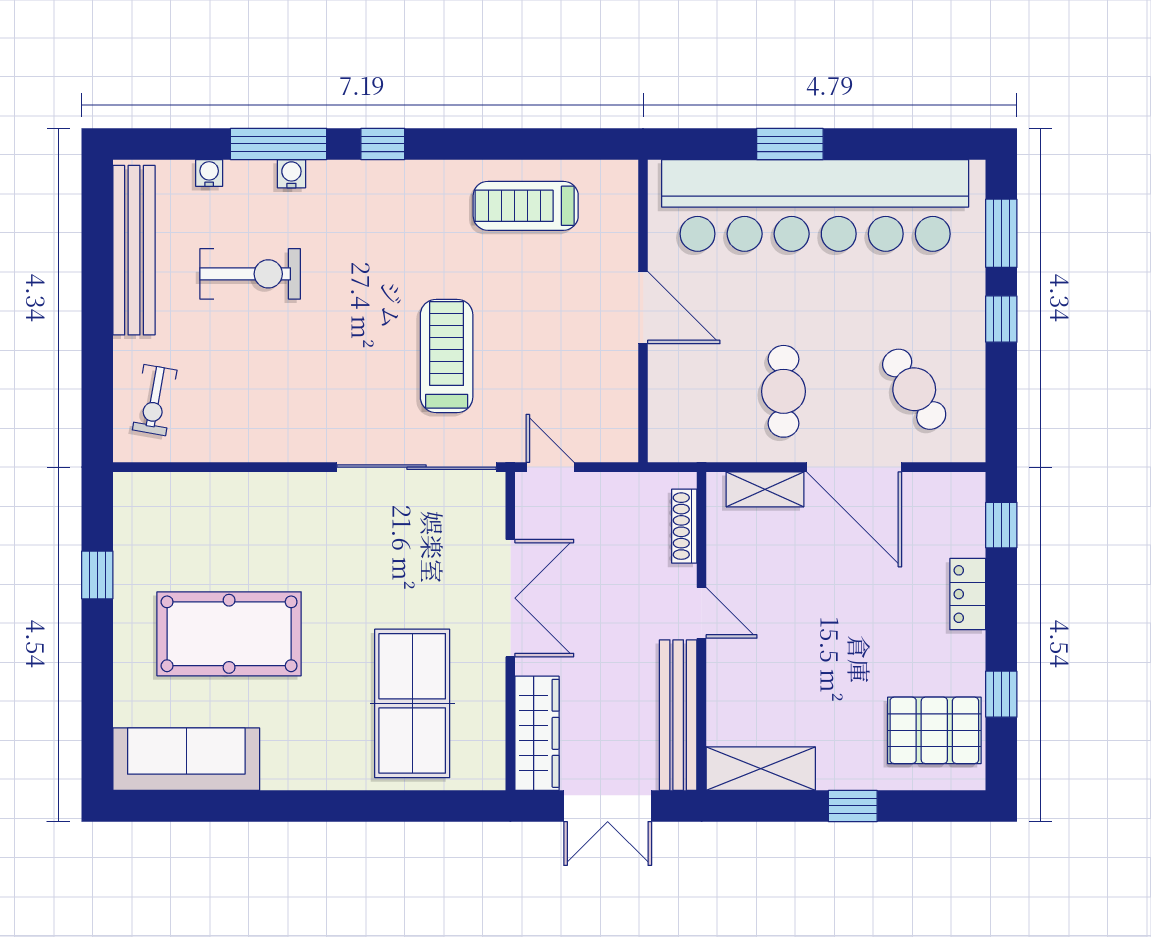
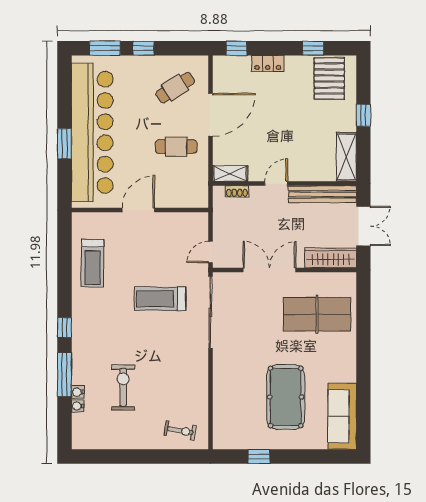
water cooler: (291, 174) -> (78, 392), moved
bench: (134, 250) -> (112, 440), removed
shelving: (765, 489) -> (230, 174), moved, turned 90
shoe rack: (684, 526) -> (237, 191), width x0.70

